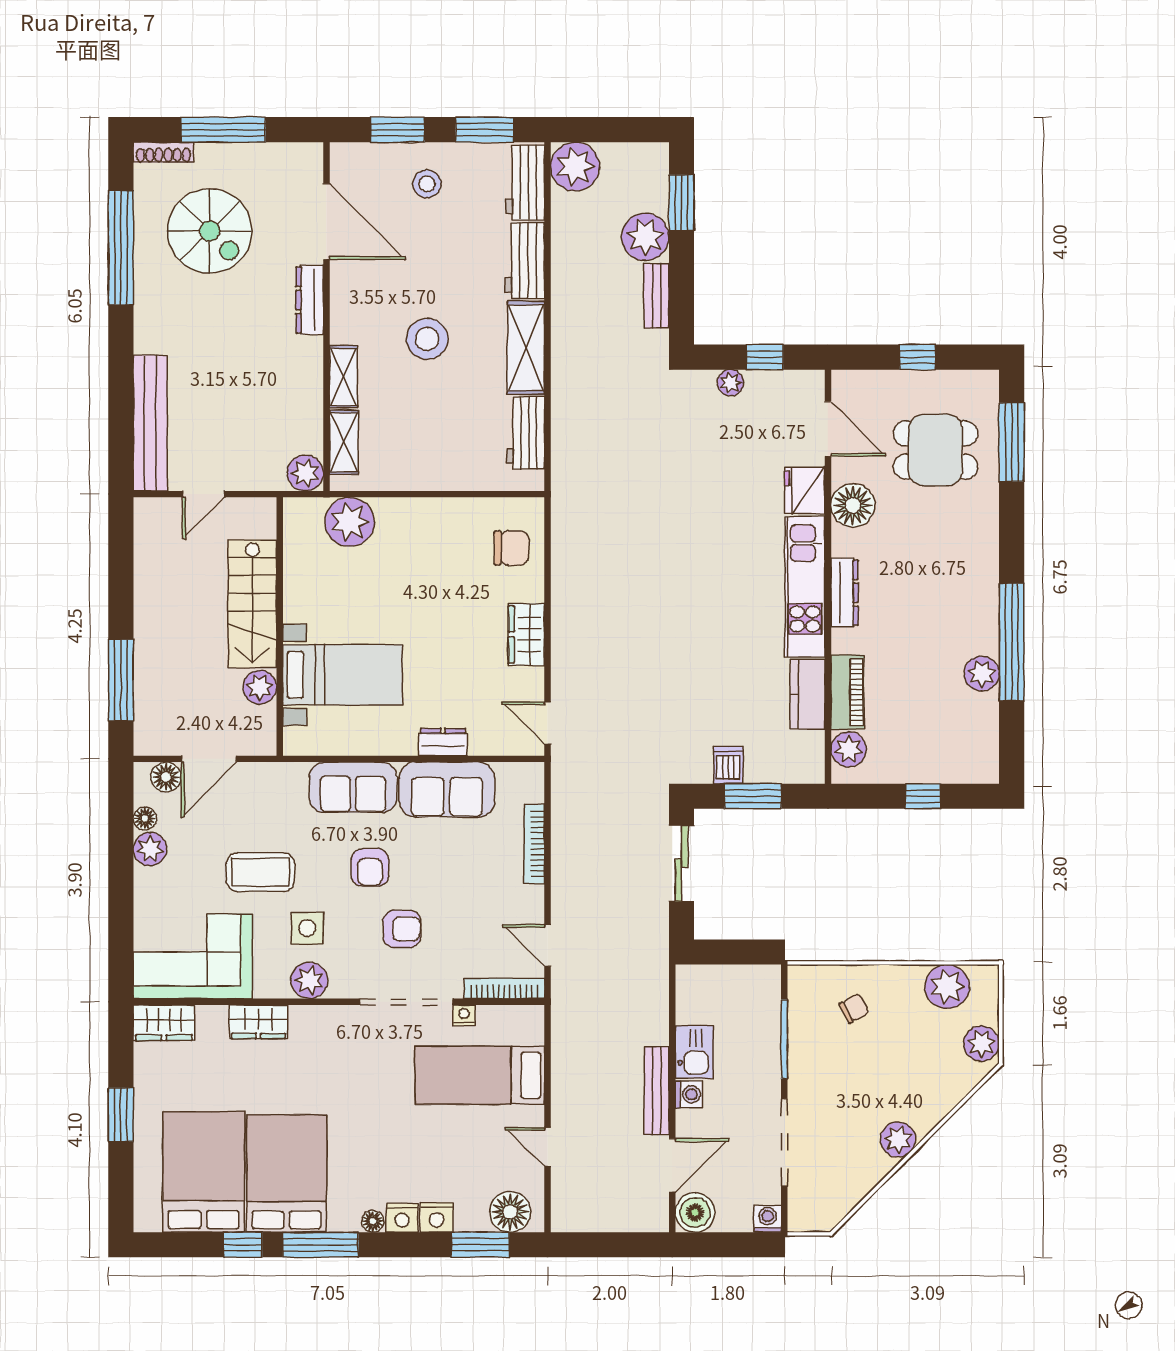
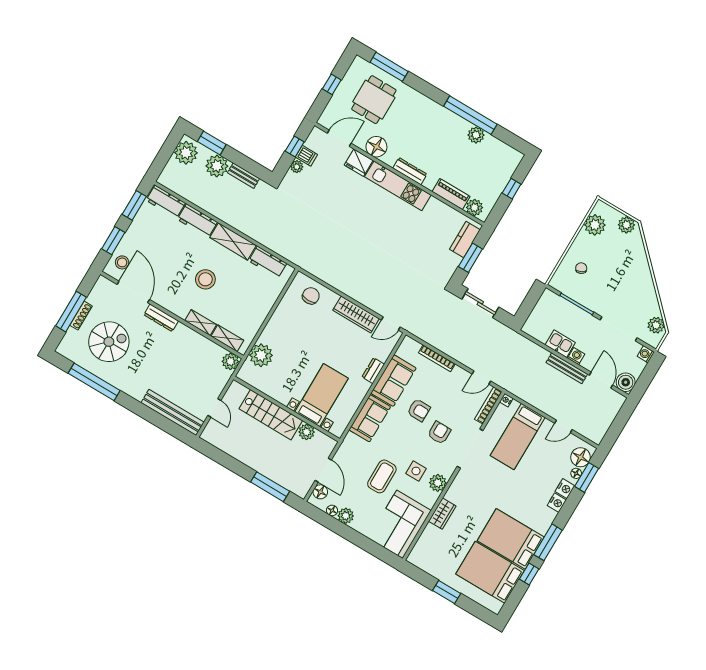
shoe rack: (163, 152) -> (81, 316), moved
plant: (575, 167) -> (186, 153), moved
stool: (427, 184) -> (122, 262), moved
door: (326, 222) -> (133, 292), hinge flipped
wardrobe: (526, 634) -> (356, 314), width x1.50
kitchen counter: (807, 694) -> (465, 239), moved, turned 90
dishwasher: (728, 765) -> (306, 156), moved, turned 180
armchair: (370, 867) -> (419, 410), moved
nightstand: (464, 1015) -> (506, 400), moved
wardrobe: (164, 1023) -> (420, 552), removed
plant: (898, 1140) -> (656, 325), moved
floor lamp: (373, 1221) -> (576, 473), moved

